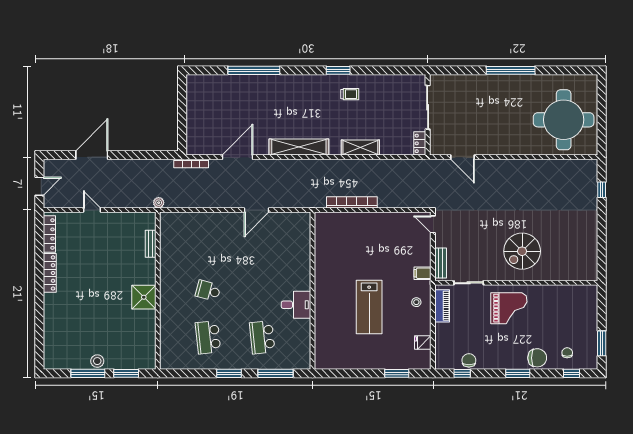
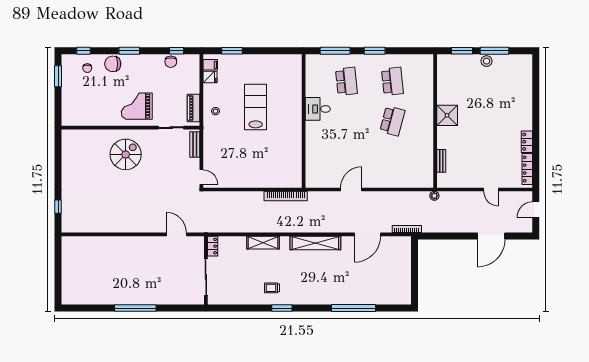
round table: (564, 120) -> (90, 266), removed
bookcase: (352, 202) -> (286, 196), moved
locker: (50, 273) -> (527, 142), width x0.66
filing cabinet: (422, 273) -> (210, 65), moved
school desk: (208, 291) -> (392, 121), width x1.85

